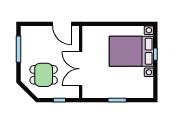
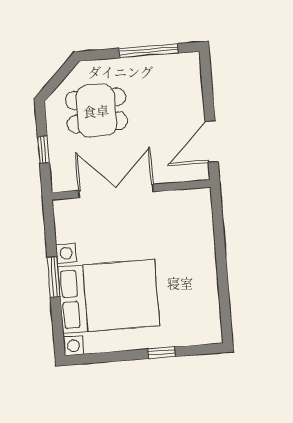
bed with nightstands: (131, 51) -> (109, 296), moved, turned 90
dining table: (44, 75) -> (96, 111), turned 90

